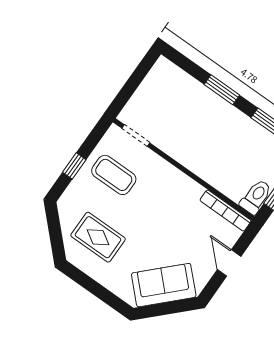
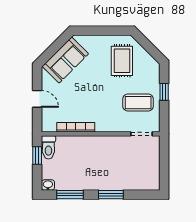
bookcase: (225, 210) -> (76, 127), moved
rug: (98, 237) -> (122, 61), turned 90

